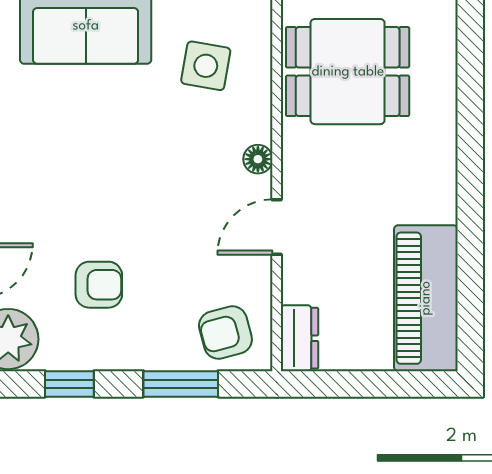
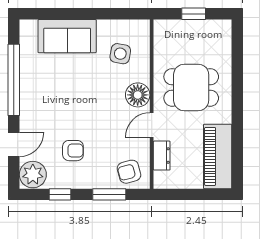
dining table: (348, 72) -> (191, 87), moved
floor lamp: (258, 159) -> (138, 95), width x1.89, depth x1.89
dresser: (299, 338) -> (162, 156), moved

